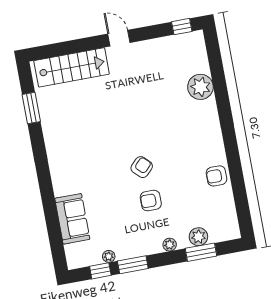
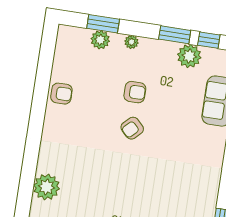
plant: (109, 256) -> (189, 56), width x1.87, depth x1.87

